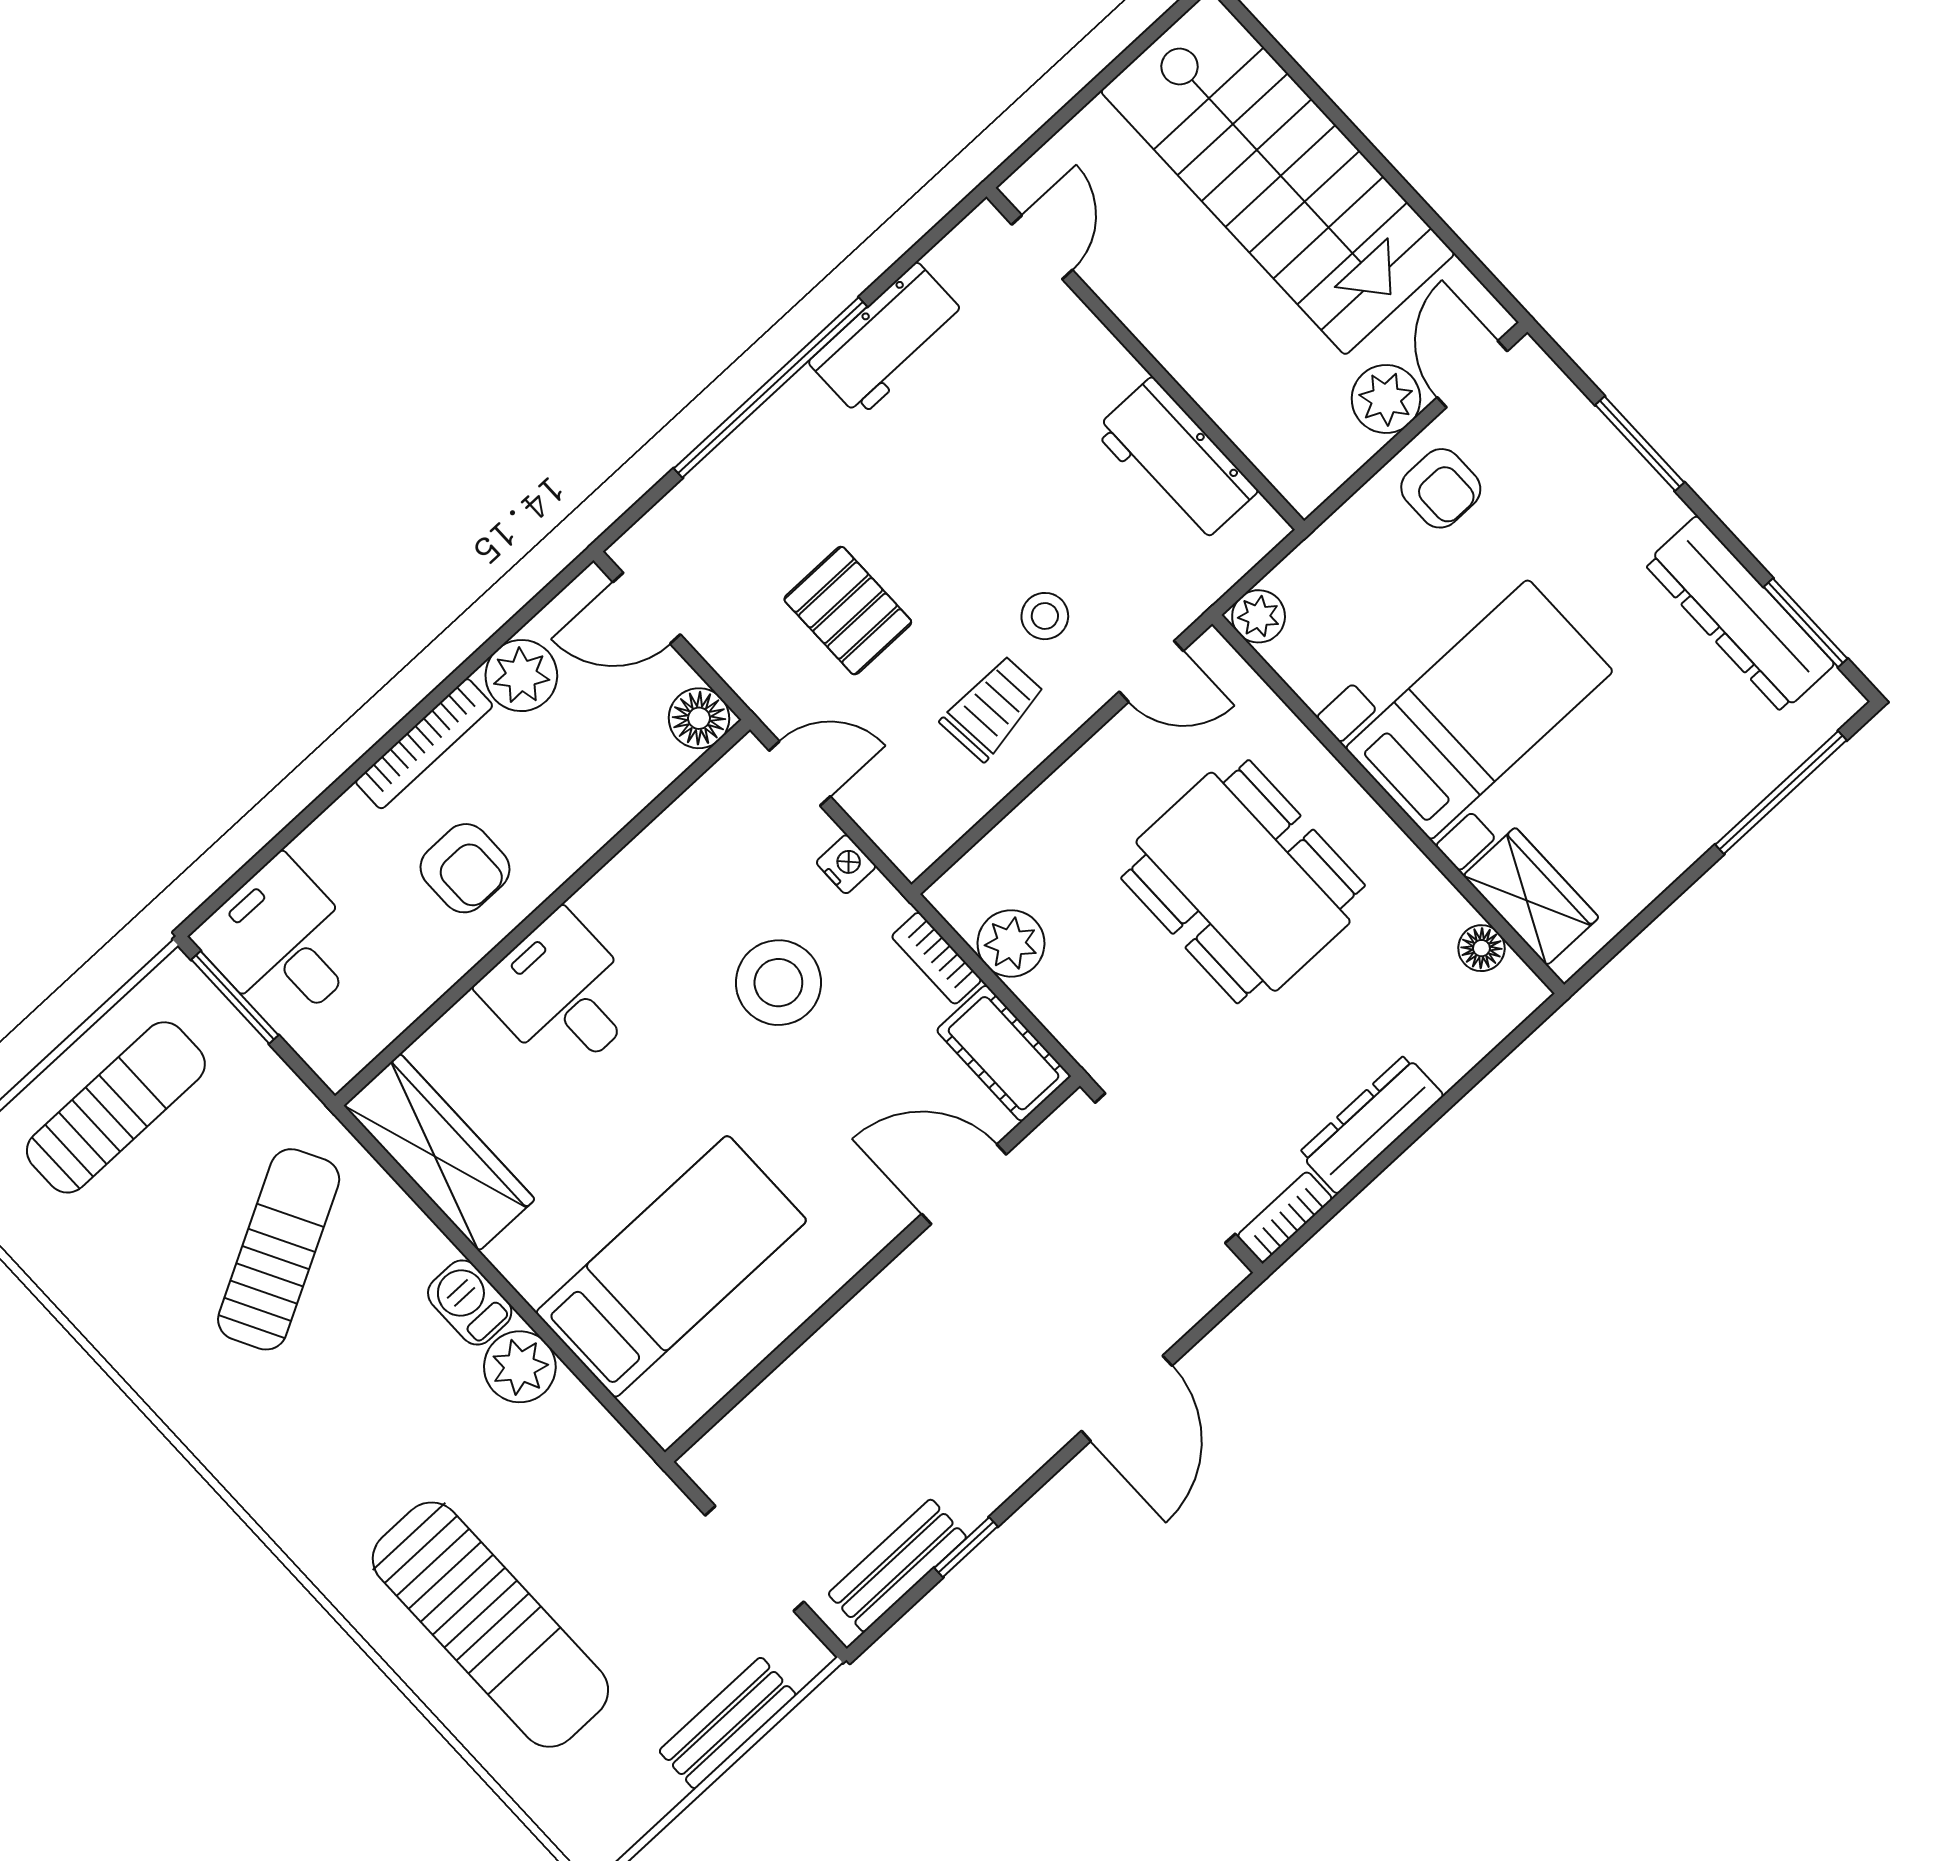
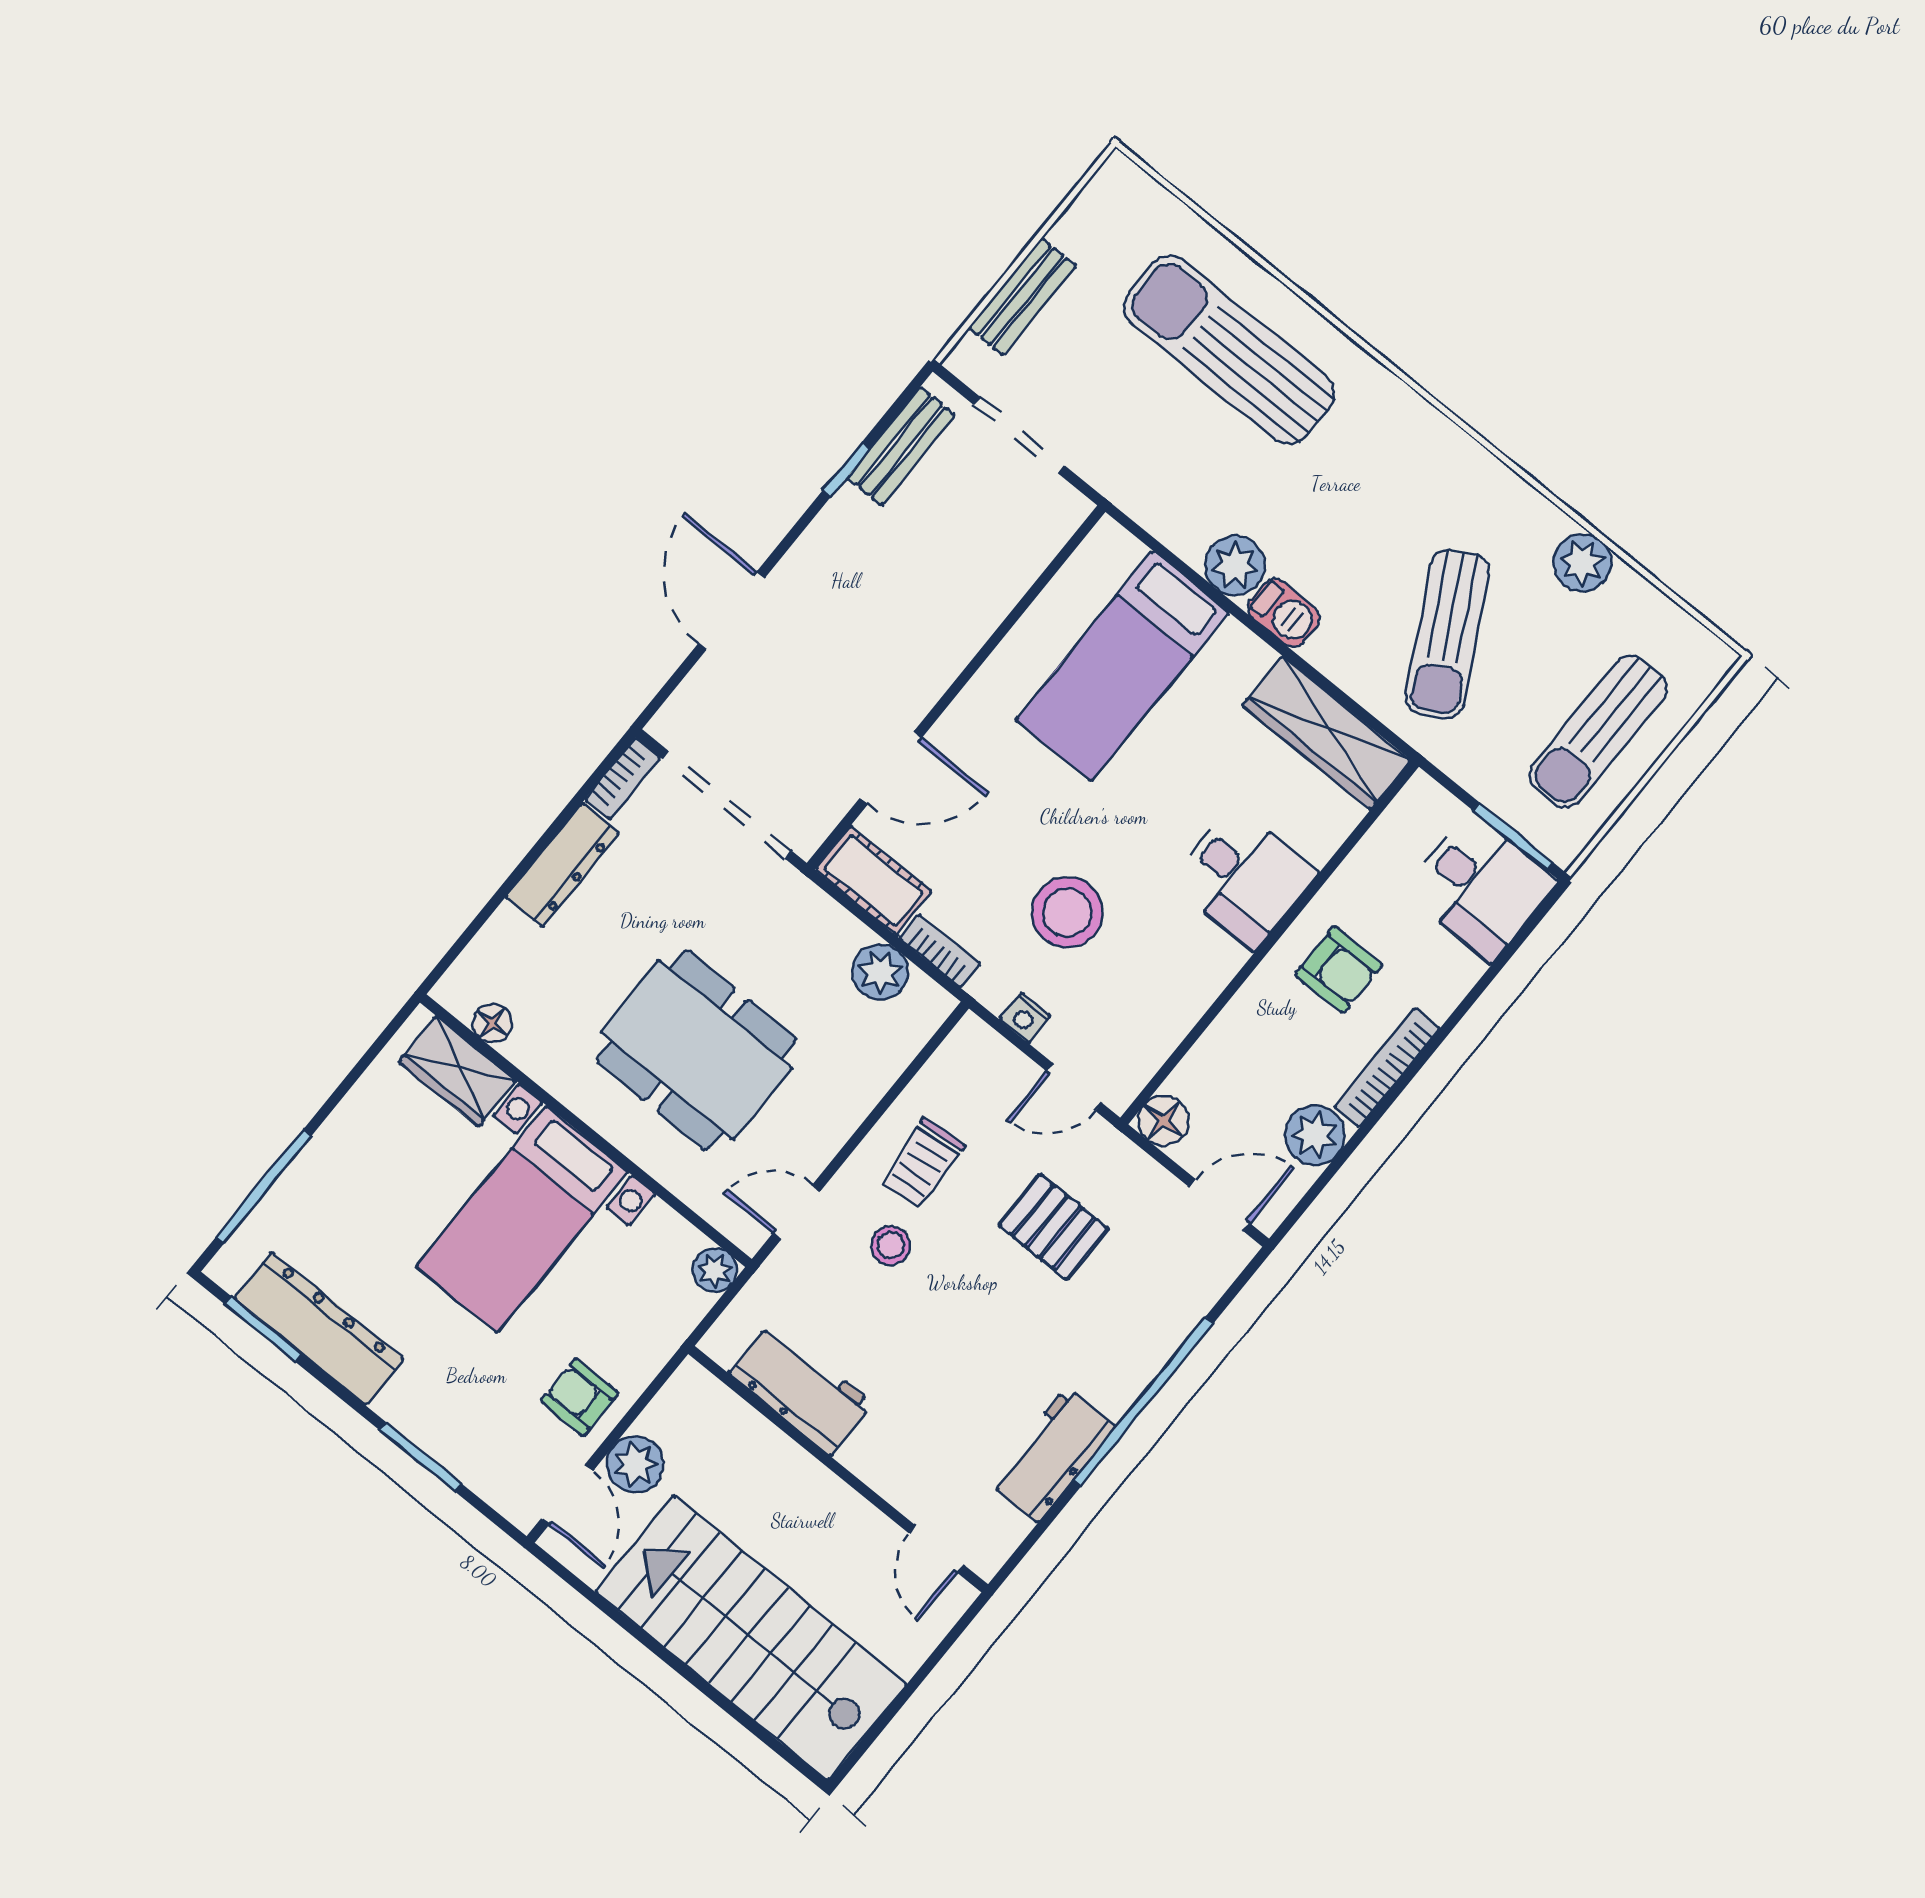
armchair: (465, 868) -> (1339, 970), turned 180
plant: (106, 1311) -> (1582, 563), added

